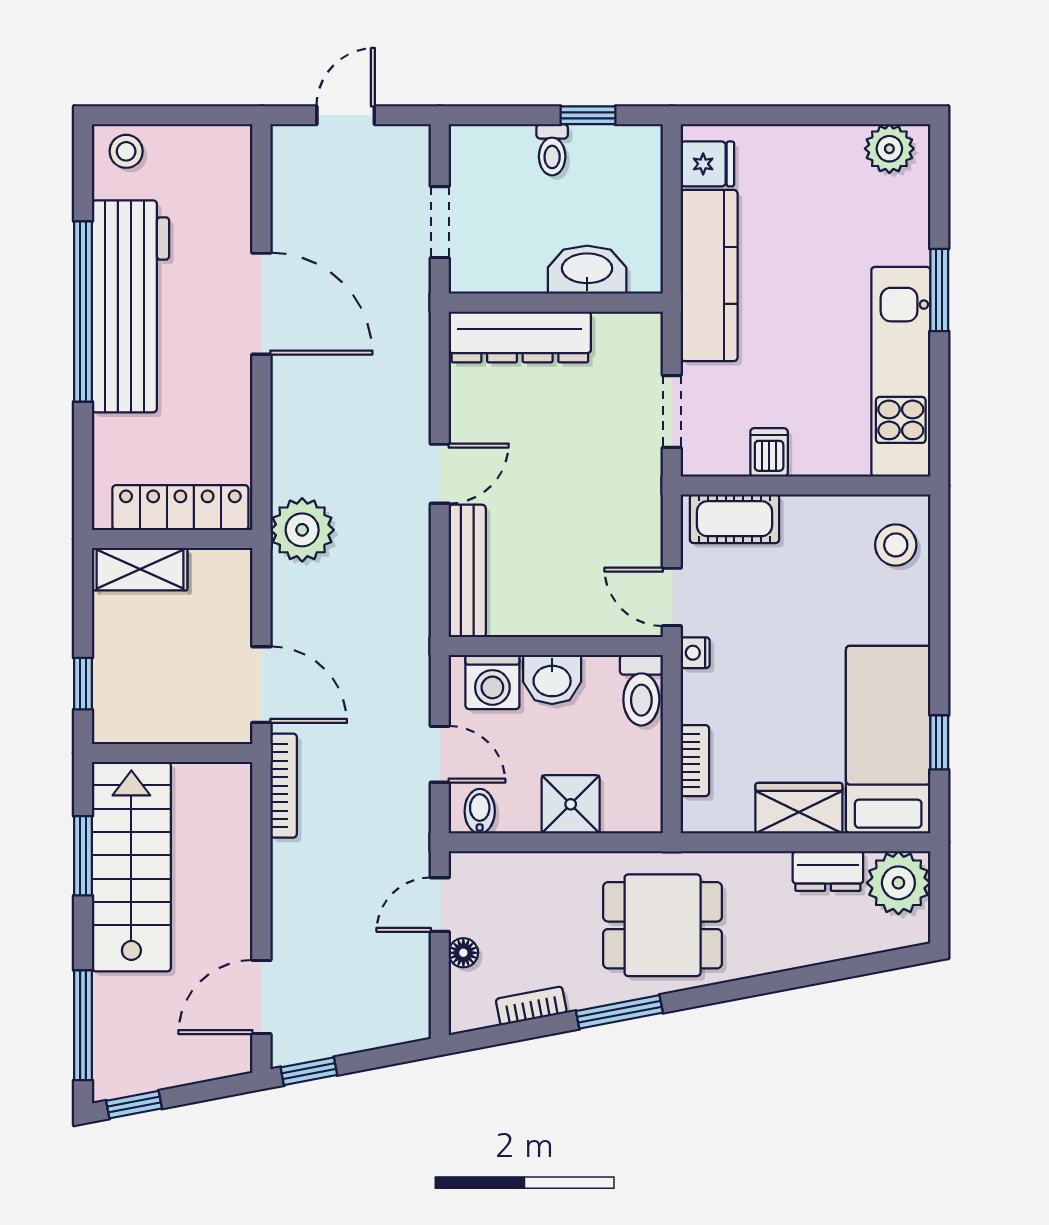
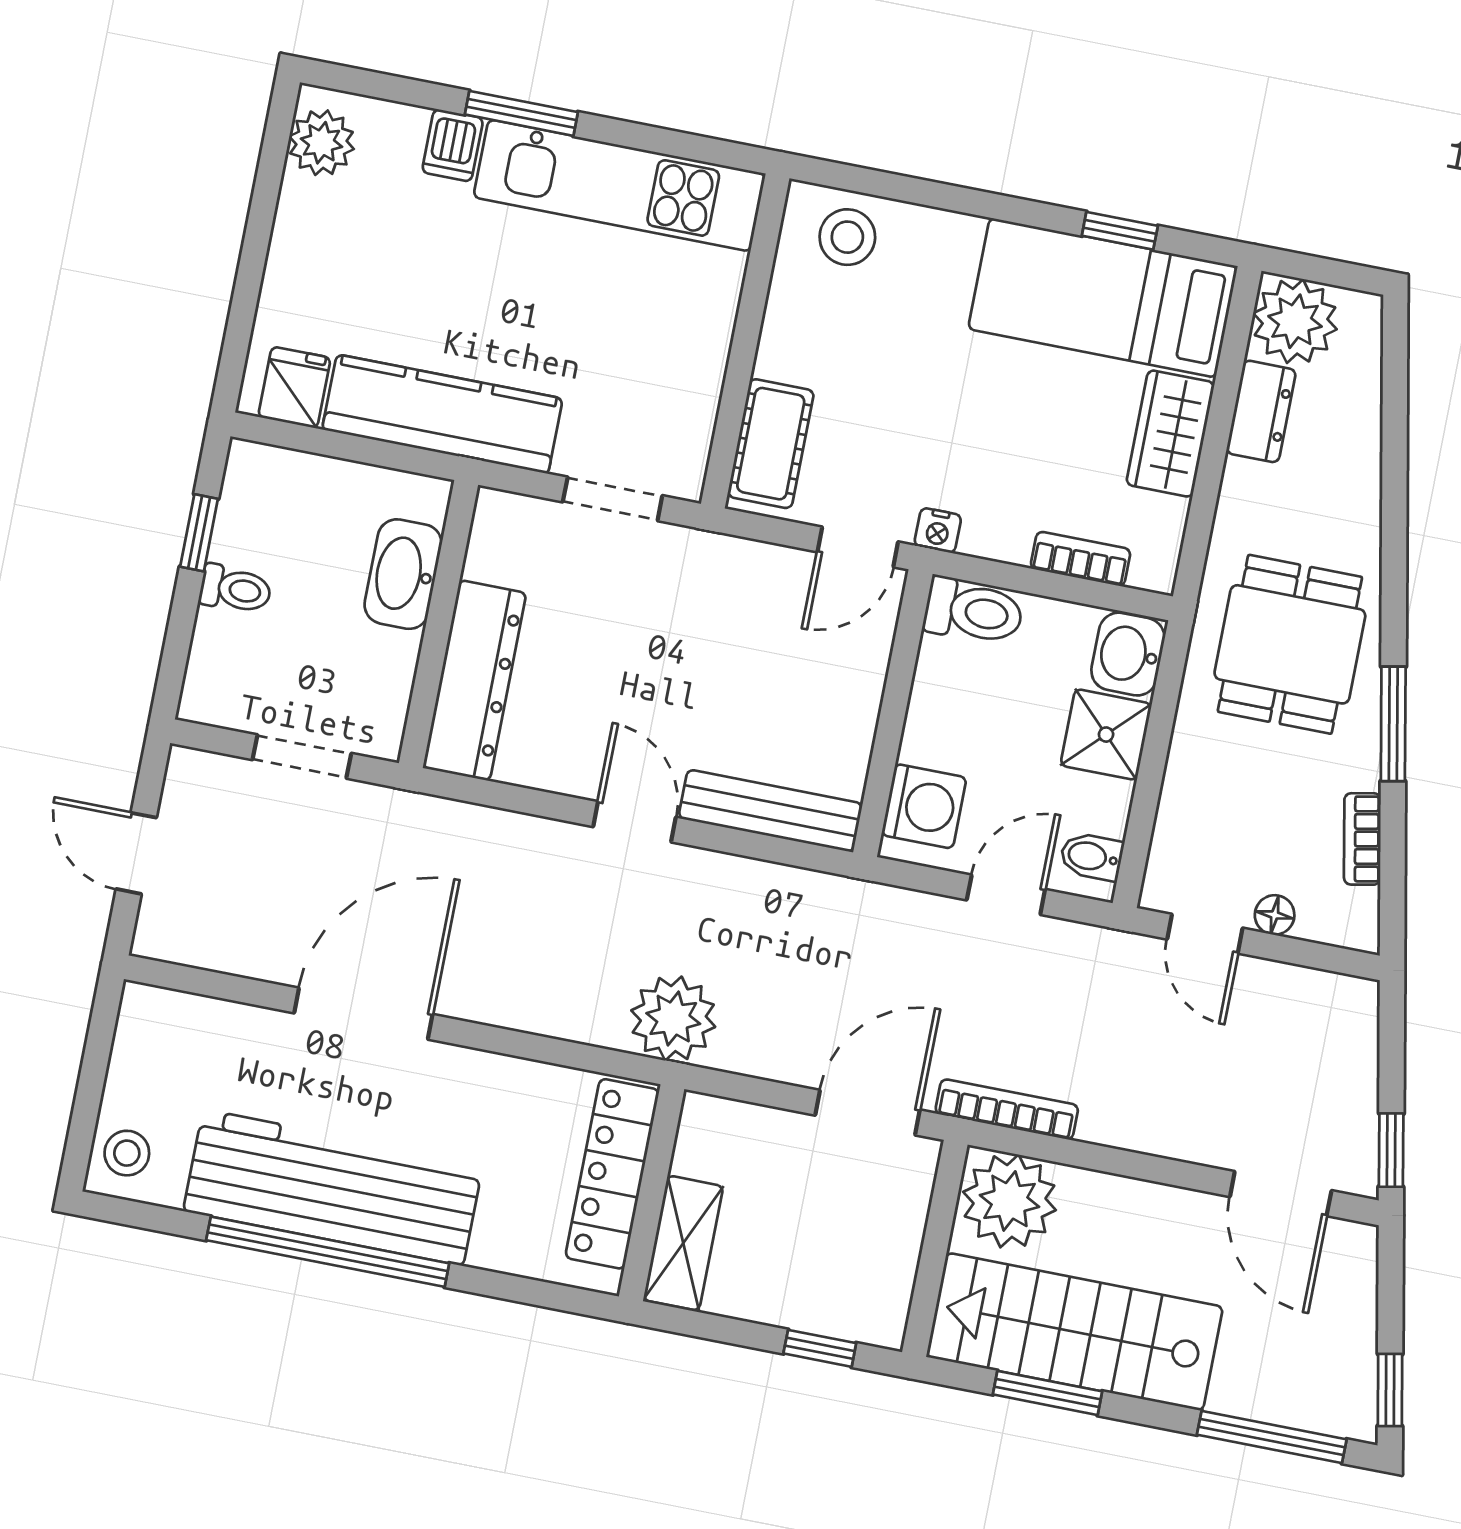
dishwasher: (769, 452) -> (453, 145), moved, turned -90
washbasin: (552, 680) -> (1128, 654), moved, turned 180
plant: (217, 801) -> (1009, 1201), added

